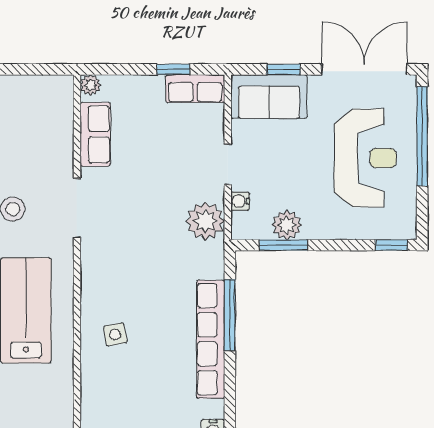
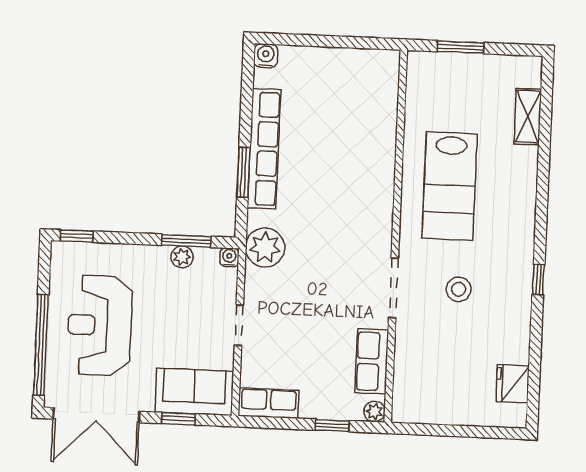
window: (173, 69) -> (332, 425), moved
water cooler: (240, 201) -> (229, 257), moved, turned -90
plant: (205, 221) -> (265, 248), moved
plant: (287, 225) -> (182, 257), width x0.73, depth x0.73
window: (230, 315) -> (244, 172), width x0.69
side table: (115, 334) -> (360, 158), removed

